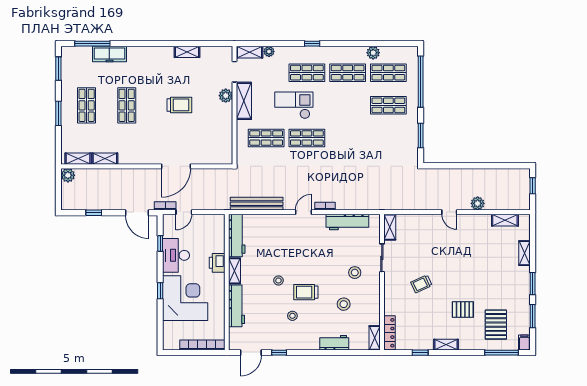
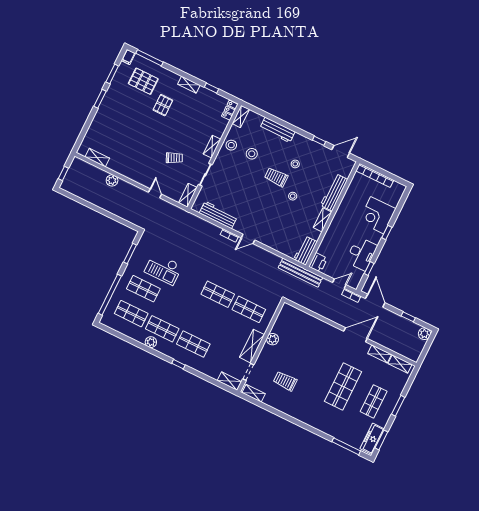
shelving: (187, 52) -> (254, 393), moved
plant: (269, 52) -> (214, 374), removed
plant: (373, 53) -> (151, 342), moved
freezer: (109, 54) -> (372, 439), moved, turned -90
plant: (226, 96) -> (273, 339), moved
shop shelf: (127, 105) -> (343, 386), width x1.43, depth x1.36
trolley: (179, 105) -> (285, 381), moved
checkout: (294, 105) -> (163, 269), moved
door: (176, 166) -> (355, 335), moved
plant: (68, 175) -> (424, 334), moved
bench: (257, 204) -> (300, 273), moved
door: (449, 212) -> (155, 193), moved
workbench: (237, 235) -> (305, 251), width x0.73
shelving: (524, 253) -> (212, 147), moved
printer: (217, 263) -> (318, 263), moved
stool: (355, 273) -> (231, 145), moved
trolley: (421, 284) -> (174, 158), moved
trolley: (306, 292) -> (276, 177), turned 180
corner desk: (185, 298) -> (377, 215), width x0.74, depth x0.74
pallet: (463, 310) -> (163, 105), turned 90
pallet: (496, 325) -> (143, 81), turned 90
locker: (390, 333) -> (230, 110), width x0.66
workbench: (334, 343) -> (277, 130), width x1.38

